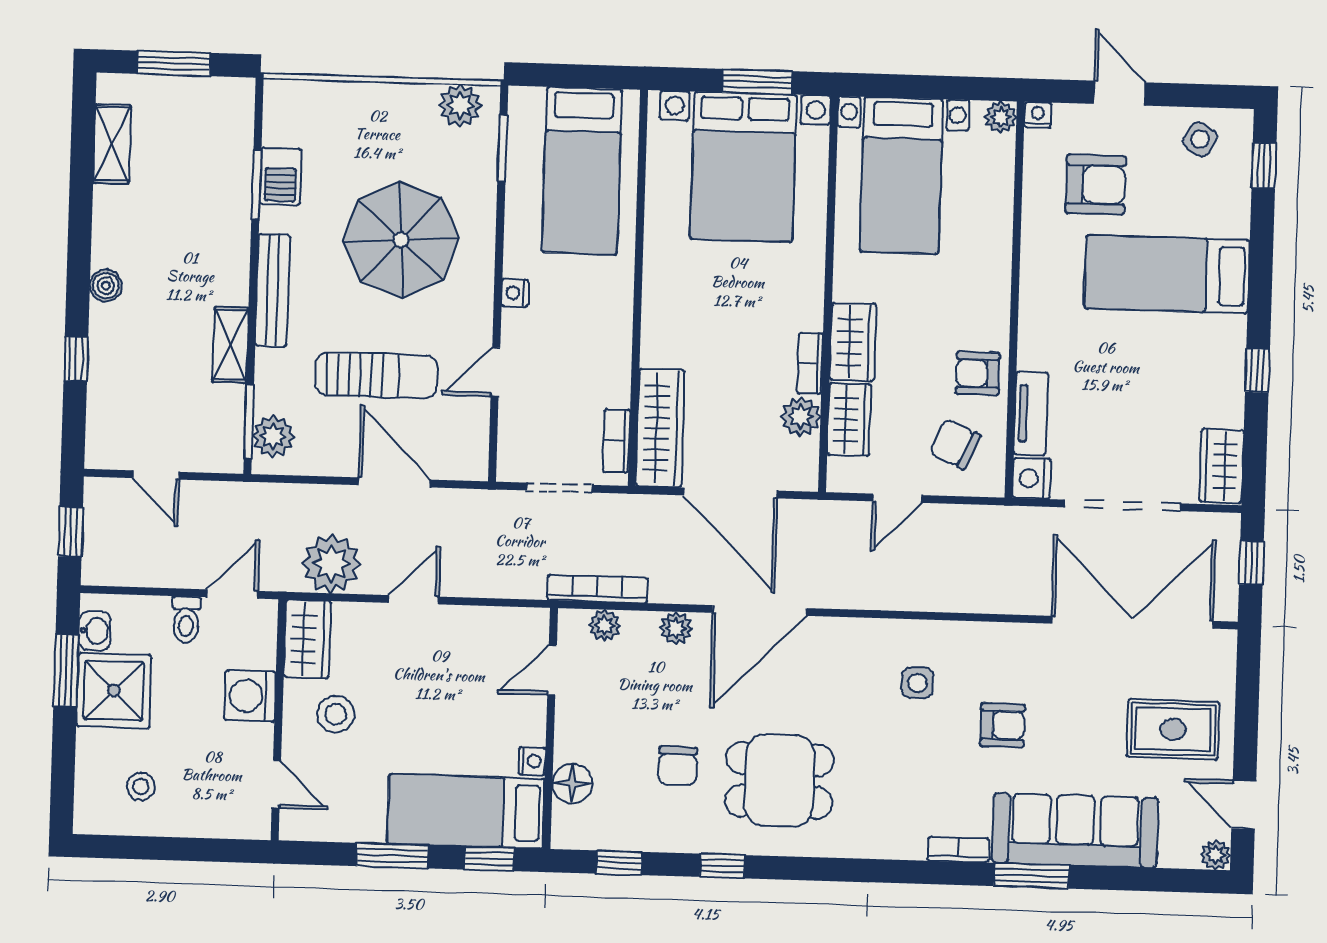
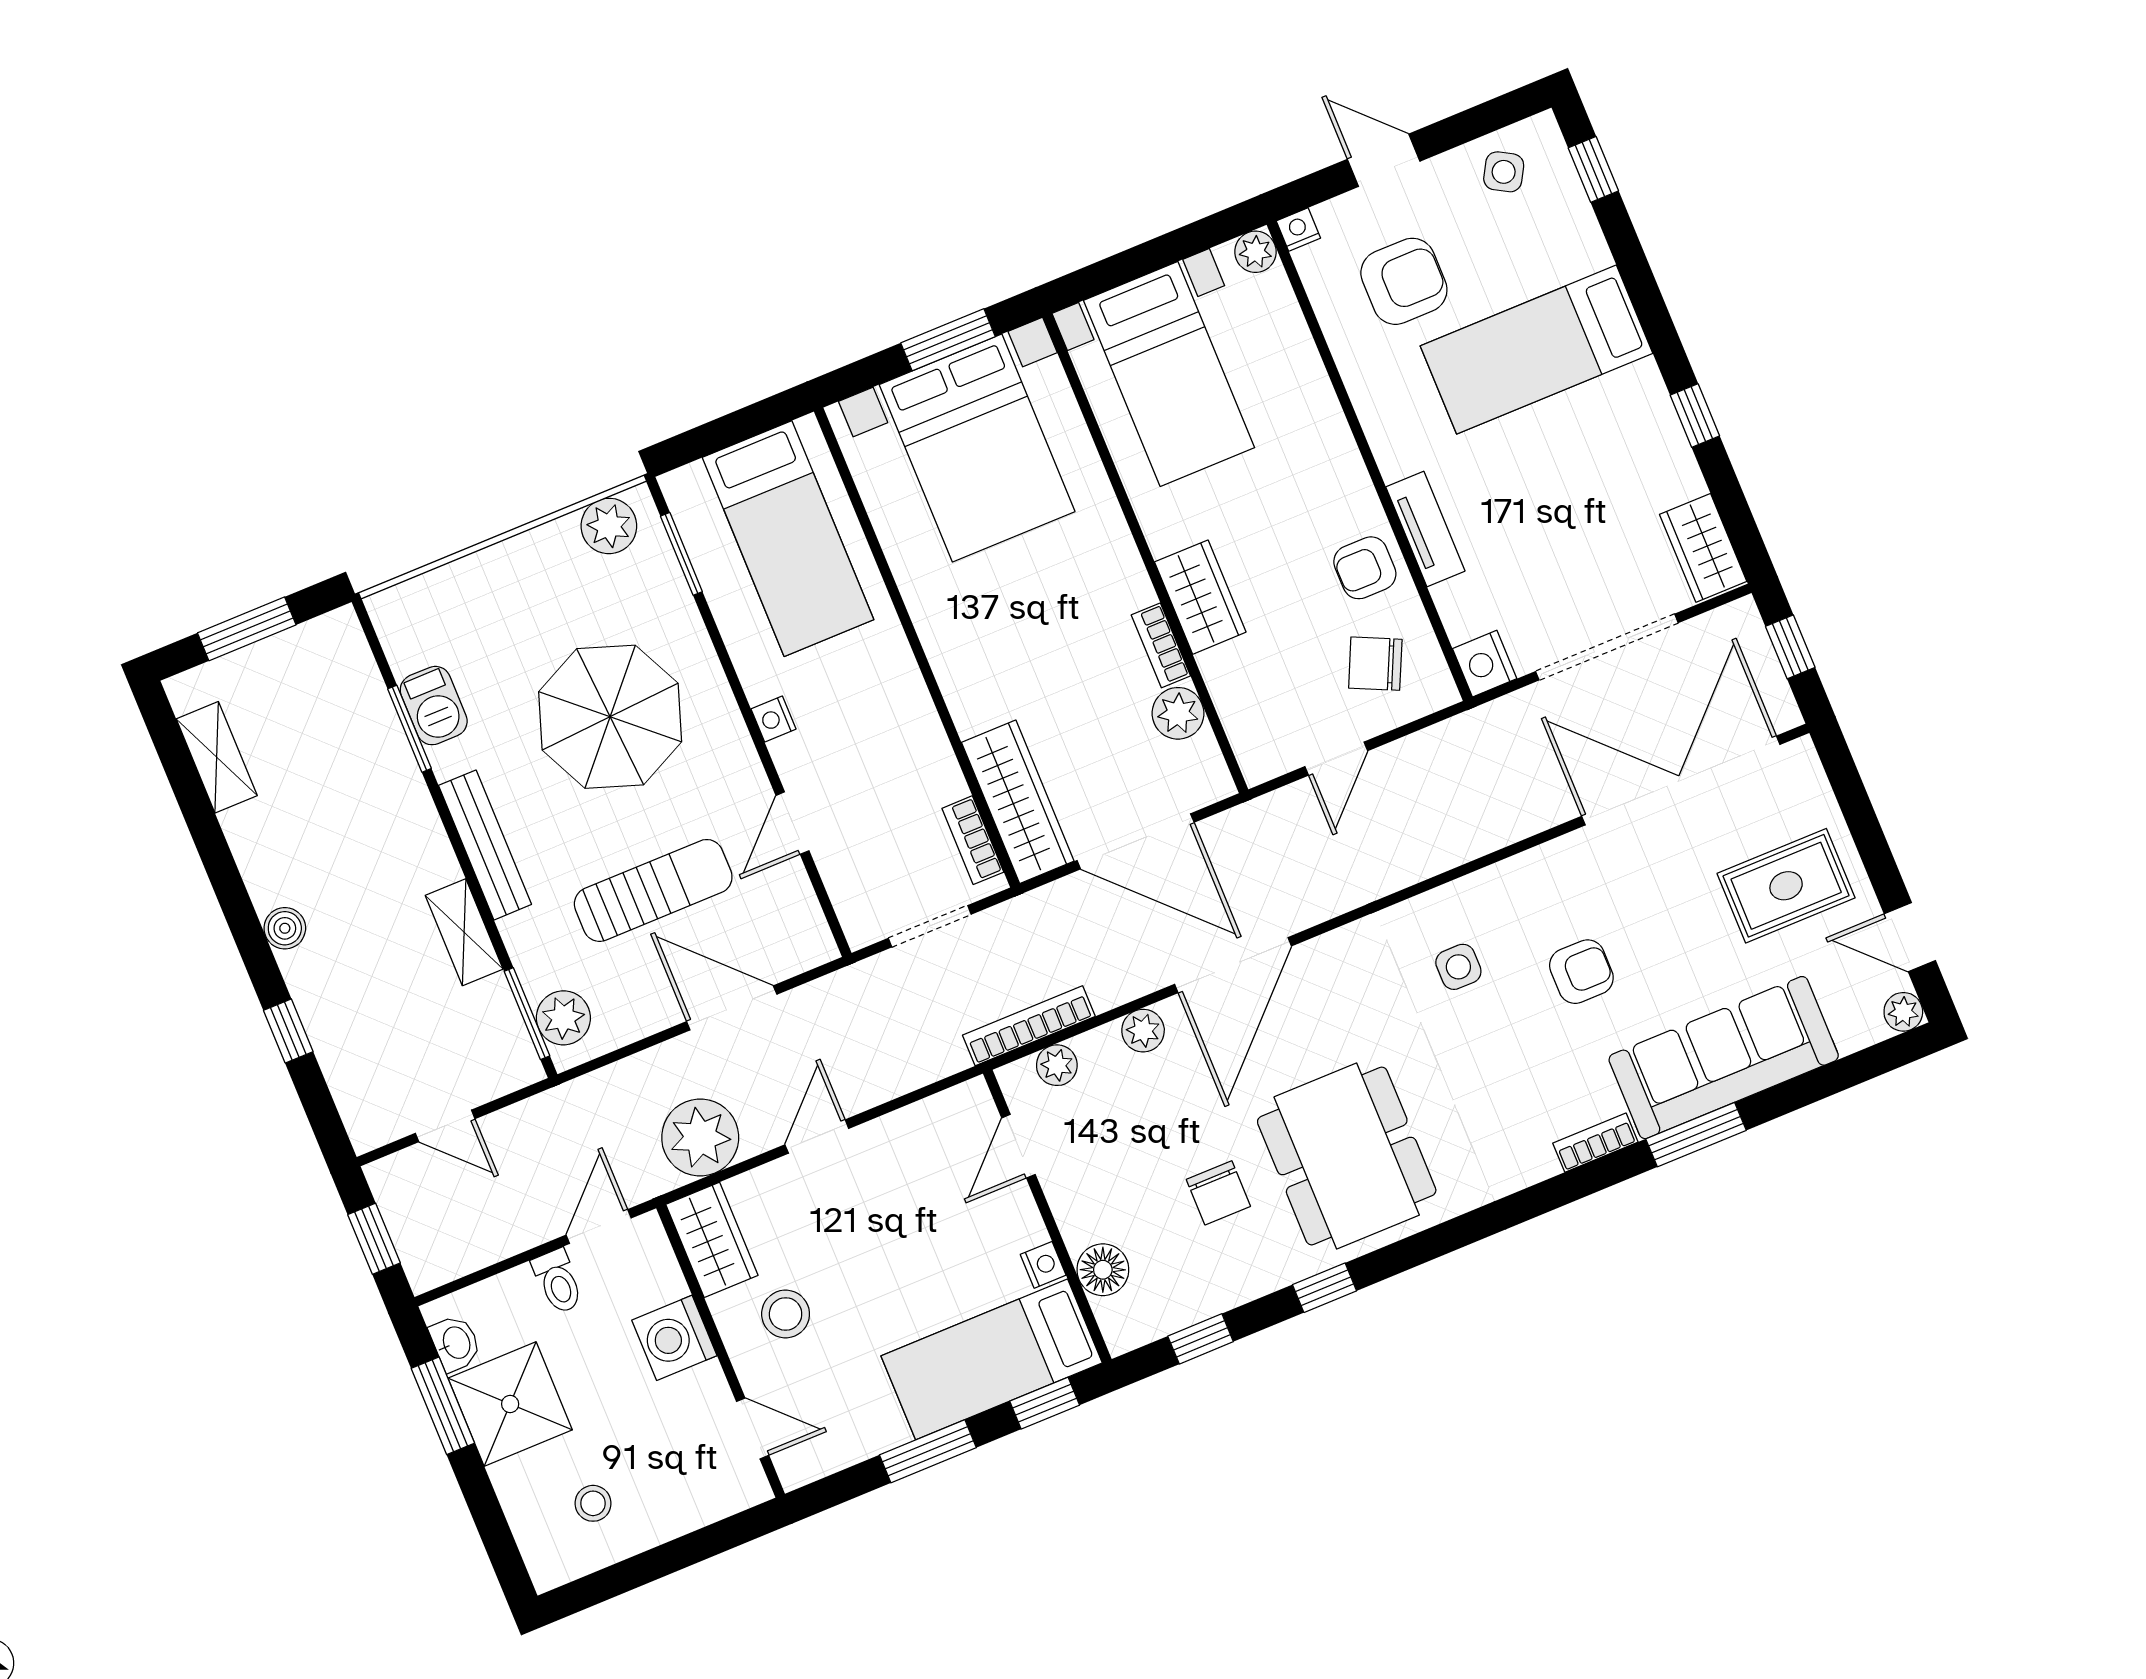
tv unit: (1031, 413) -> (1425, 529), moved
wardrobe: (849, 420) -> (1237, 691), removed
dining table: (779, 780) -> (1347, 1156), width x1.38

